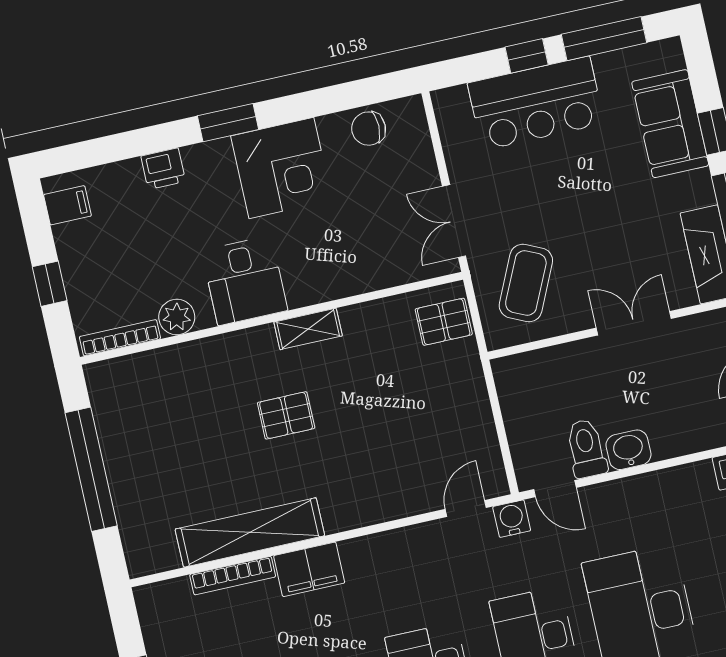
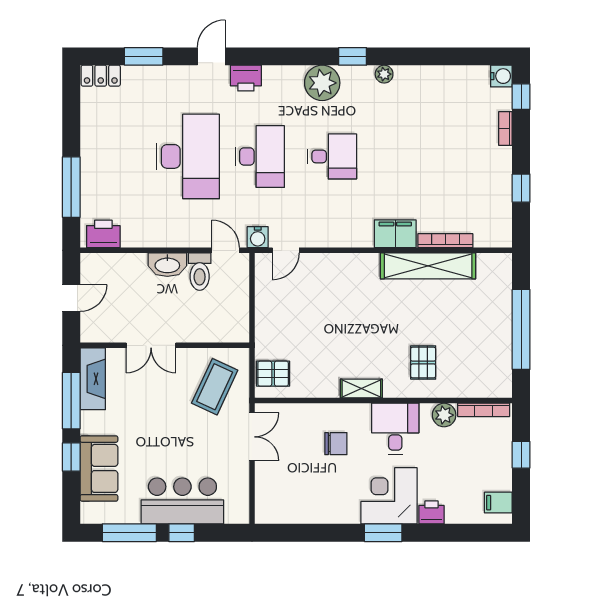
chair: (369, 129) -> (336, 444), moved
corner desk: (281, 168) -> (389, 496), moved
pallet: (286, 415) -> (423, 363), moved, turned 90
washbasin: (628, 450) -> (167, 265), width x1.38

